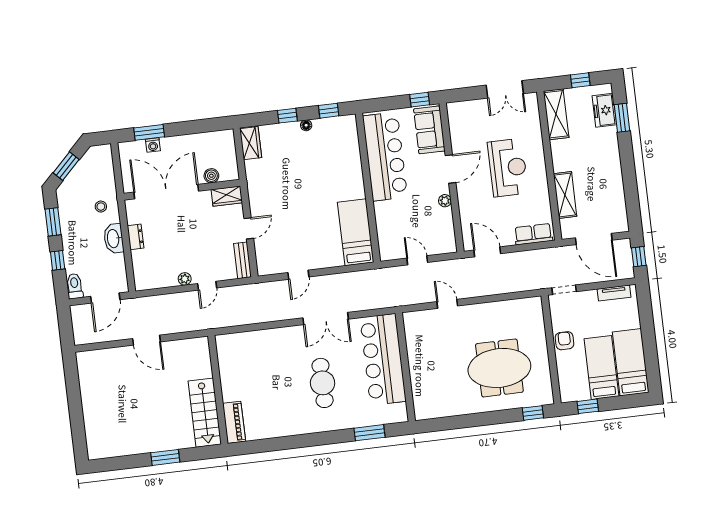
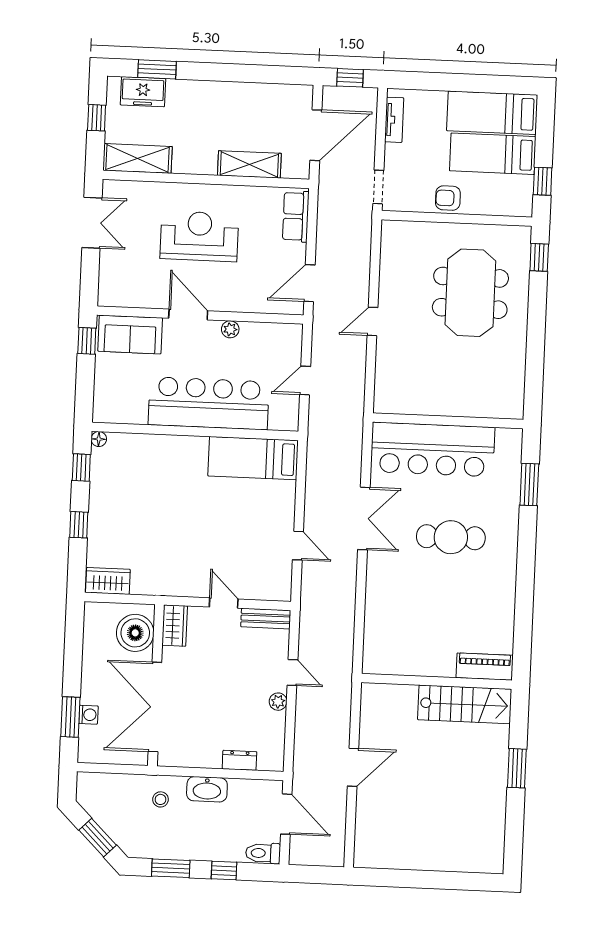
floor lamp: (306, 125) -> (99, 439), moved
bar counter: (385, 156) -> (209, 403), moved
boiler: (211, 176) -> (135, 633), width x1.86, depth x1.86
dresser: (136, 237) -> (239, 760), moved
door: (447, 304) -> (372, 321), moved

